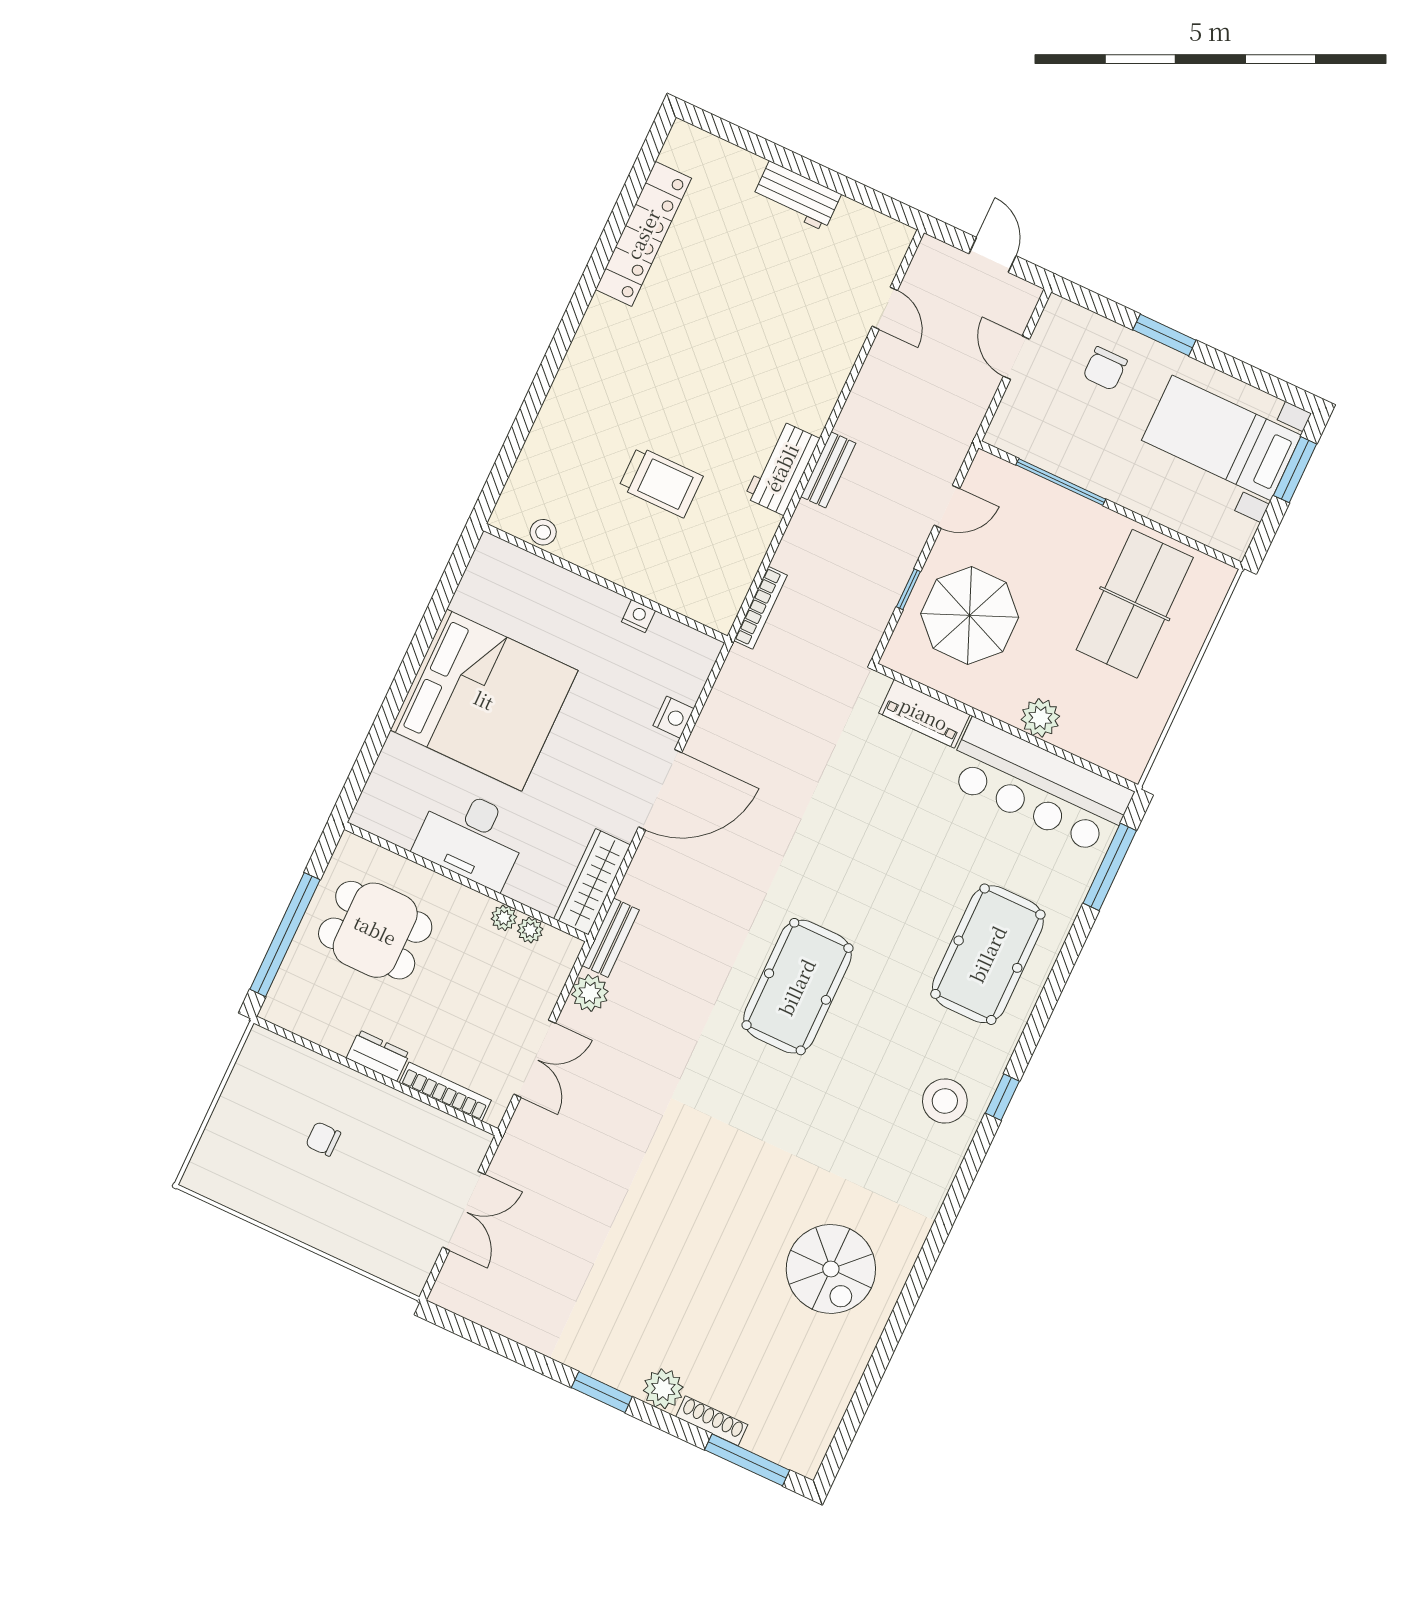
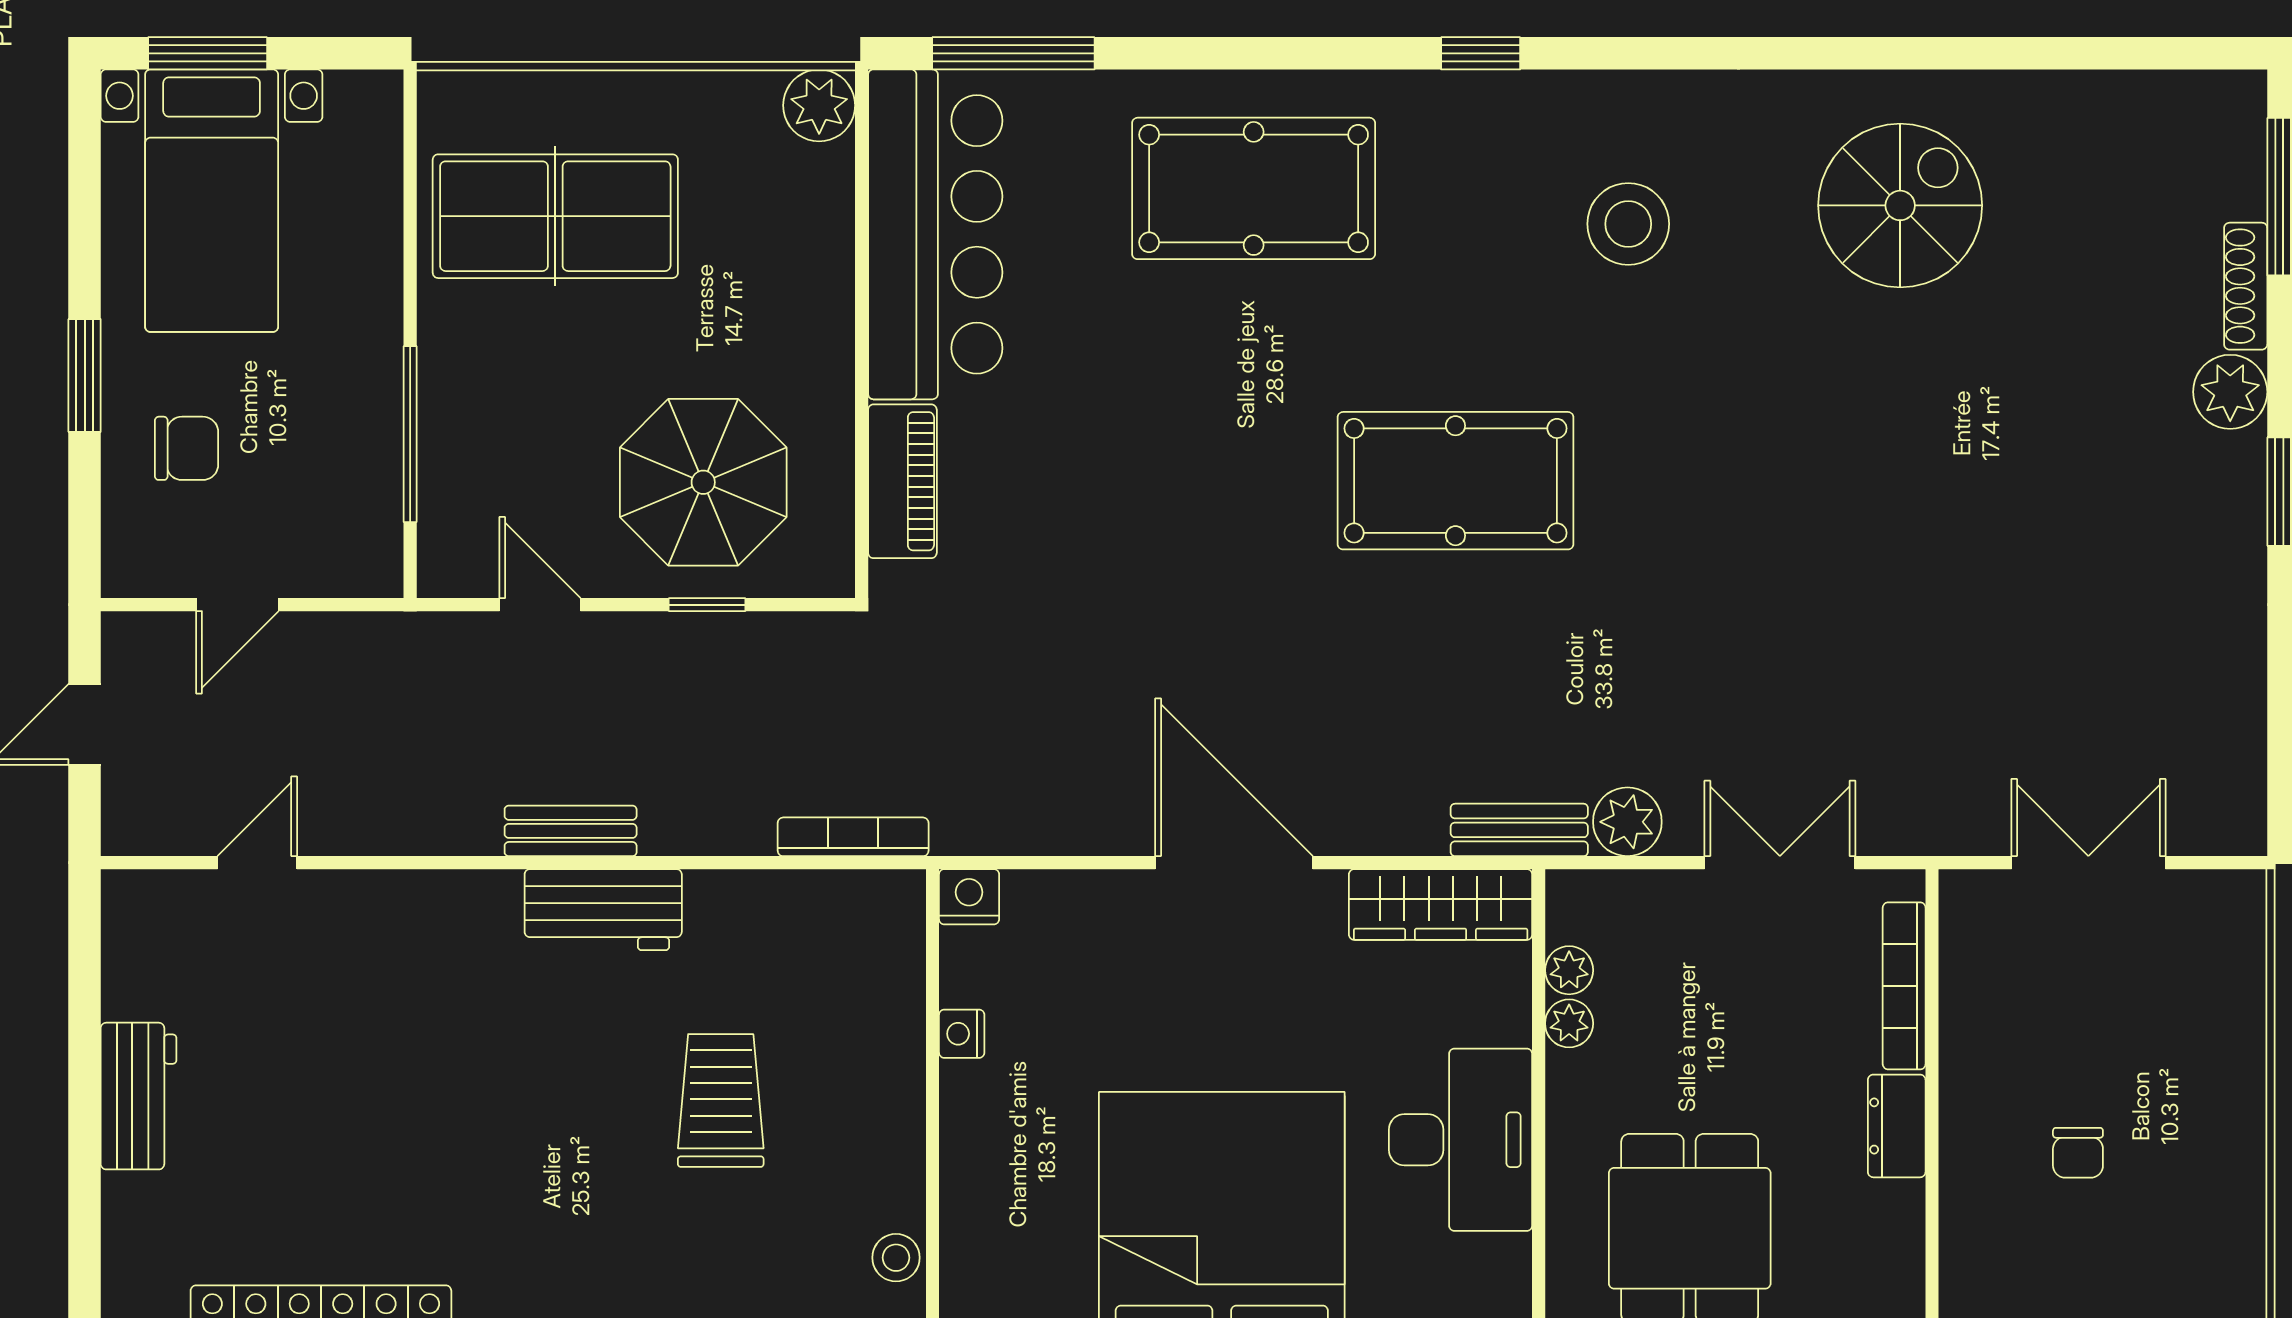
nightstand: (673, 717) -> (969, 897), moved
plant: (1040, 718) -> (819, 105), moved
stool: (945, 1101) -> (1628, 224), moved

